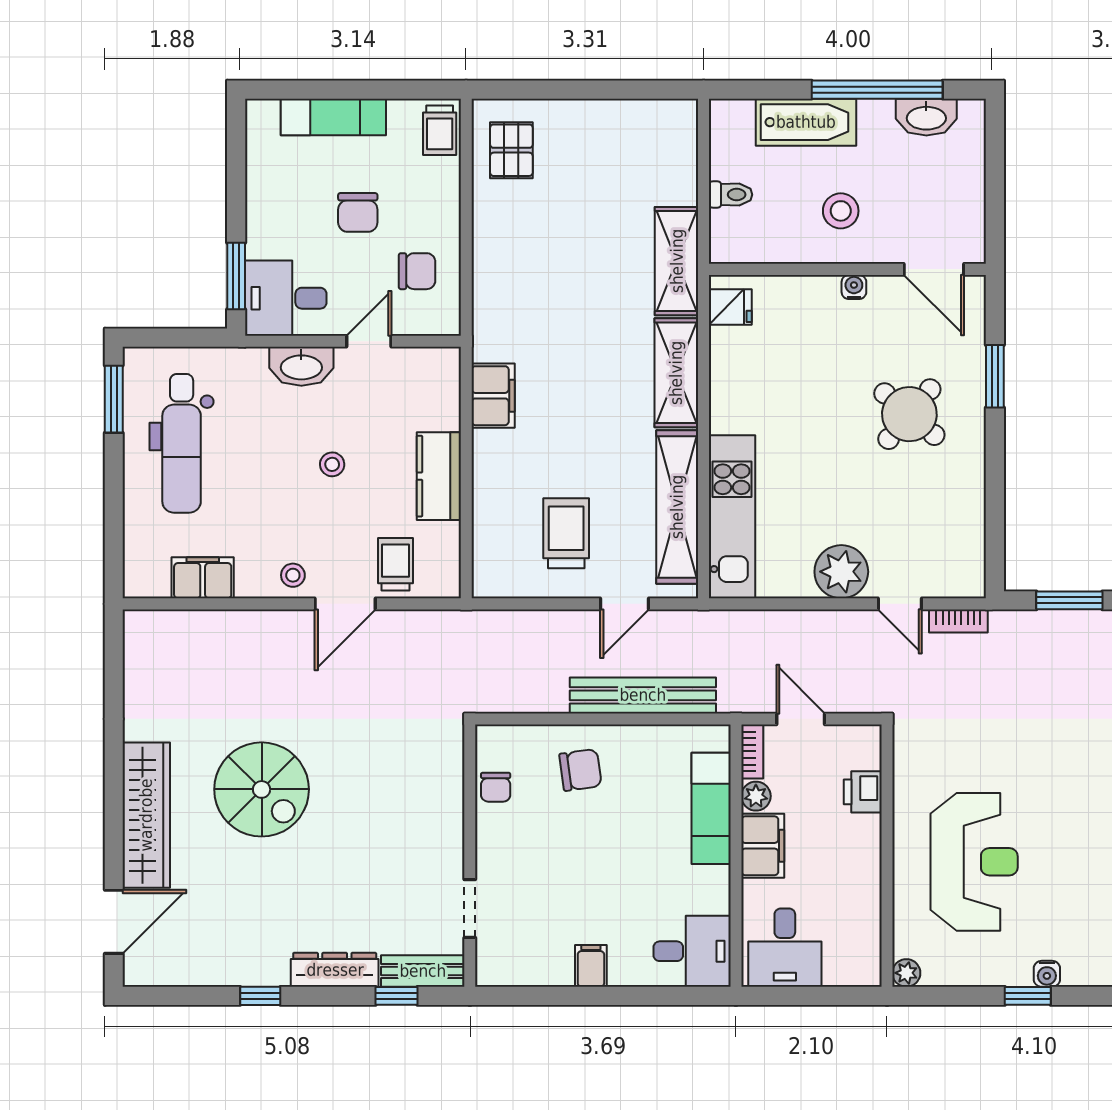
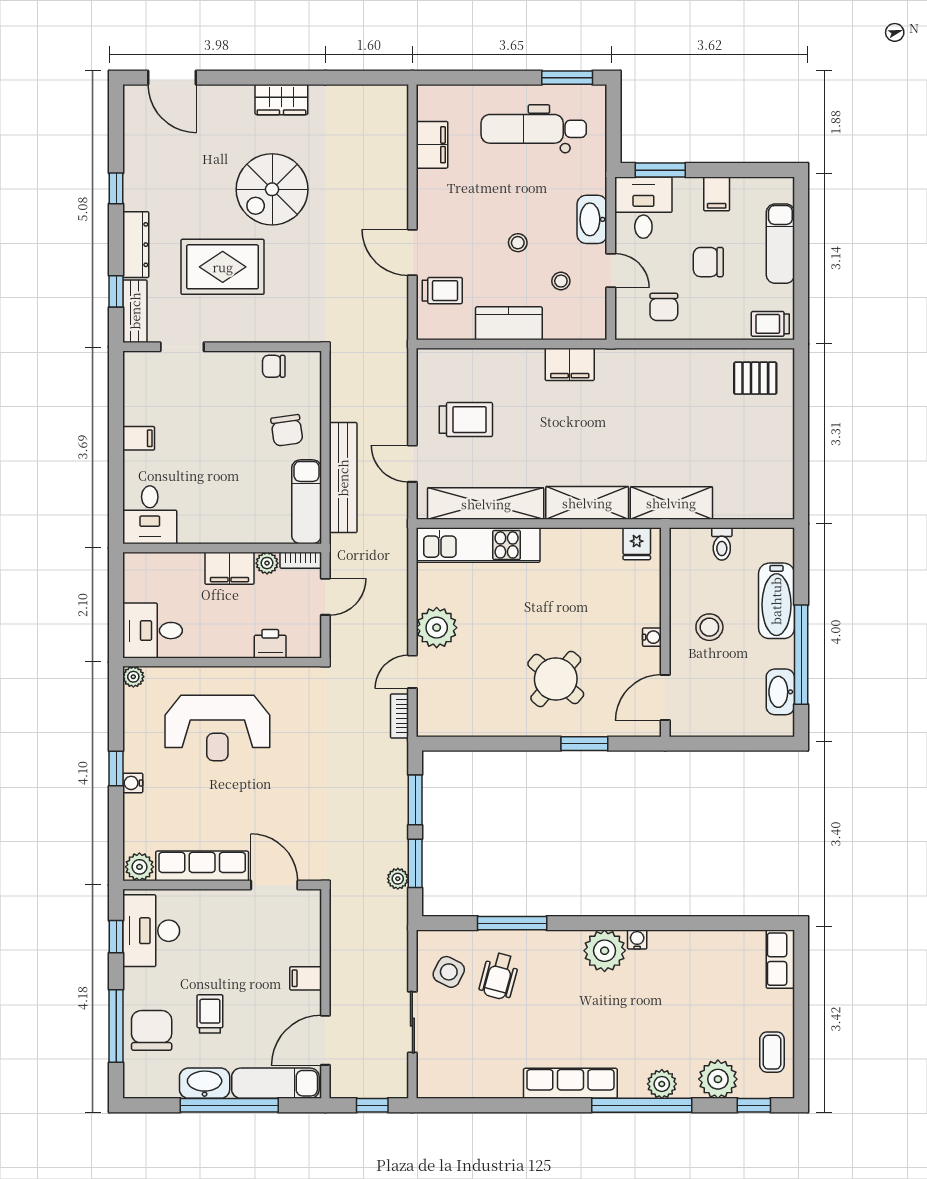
filing cabinet: (268, 201) -> (717, 194), added
stool: (293, 575) -> (561, 281), moved
exam couch: (711, 808) -> (307, 502), moved, turned -90
wardrobe: (146, 815) -> (281, 100), width x0.48, depth x0.85
rug: (364, 855) -> (223, 267), added
desk: (785, 948) -> (152, 631), moved

